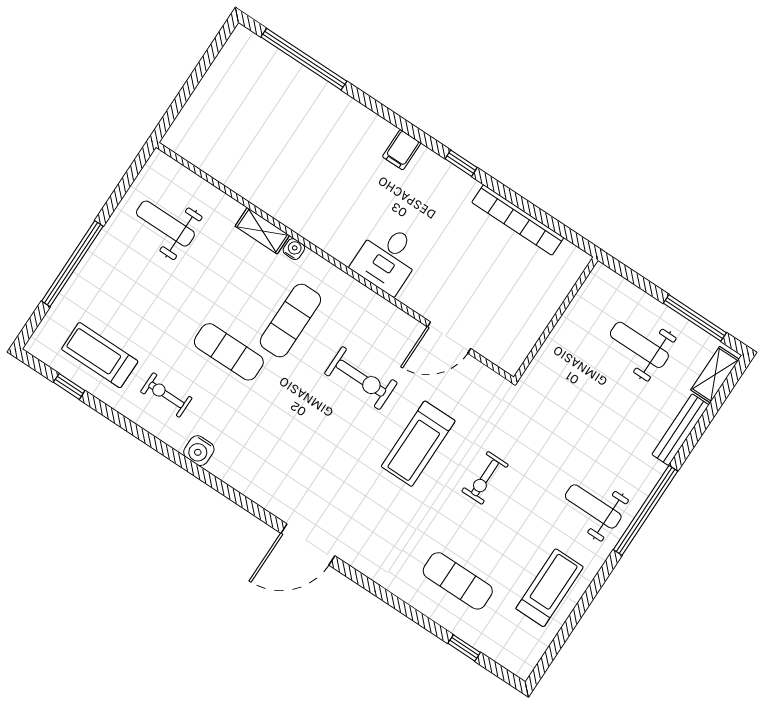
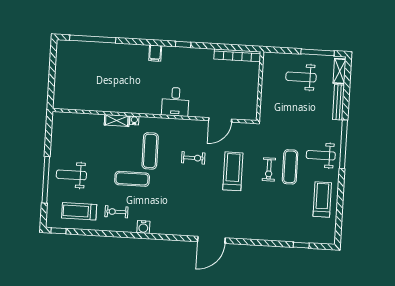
bookcase: (518, 220) -> (237, 55), moved
weight bench: (165, 224) -> (71, 175), moved
exercise bike: (361, 378) -> (193, 158), width x0.73, depth x0.72
window: (69, 386) -> (59, 231), moved
treadmill: (418, 444) -> (233, 171), turned 180
exercise mat: (458, 581) -> (290, 167), moved, turned 90

